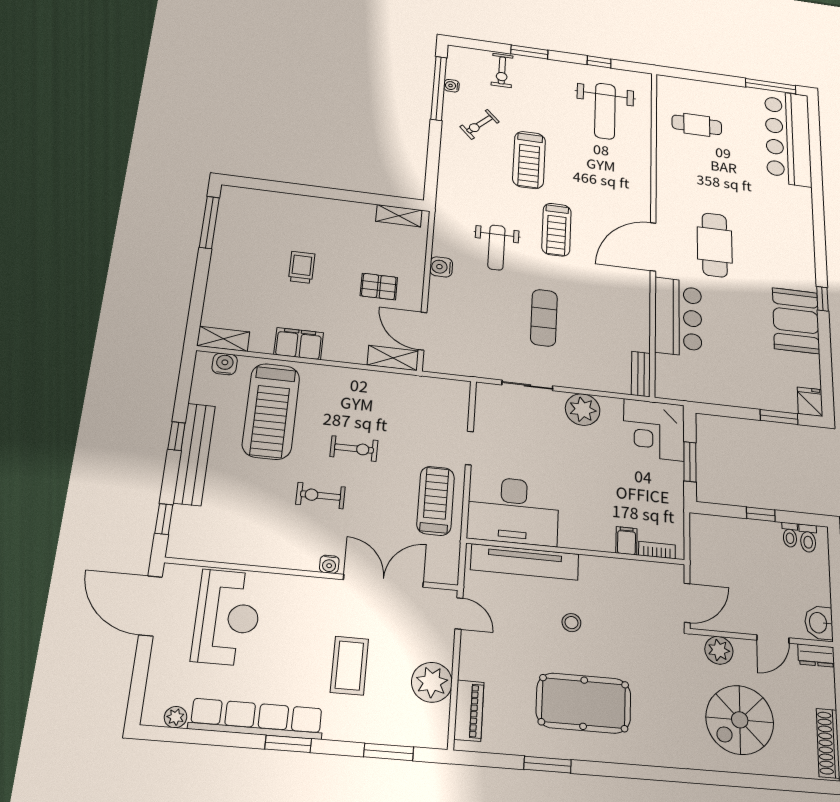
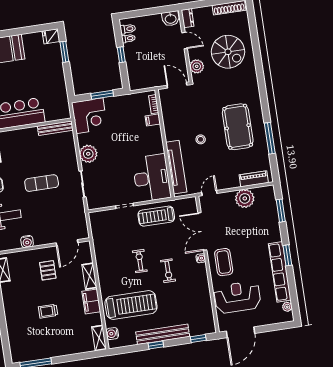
shelving: (393, 358) -> (89, 276), moved
bench: (641, 374) -> (55, 128), width x1.36
coffee table: (349, 666) -> (224, 262), moved, turned 90
window: (548, 765) -> (270, 138), width x1.44

